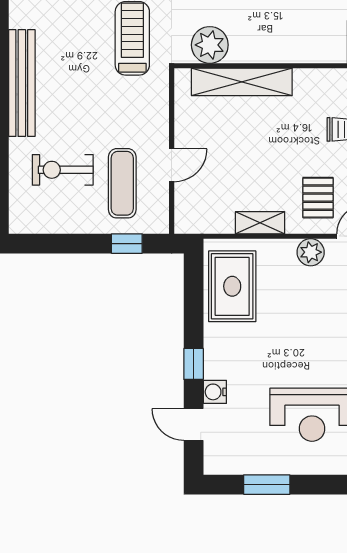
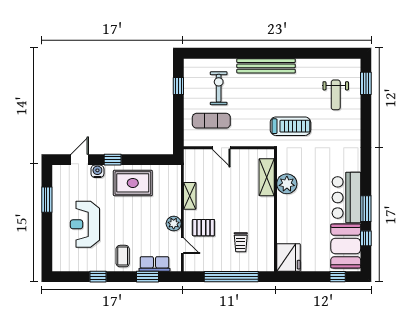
plant: (210, 45) -> (287, 184), moved
shelving: (242, 82) -> (267, 177), width x0.68
window: (127, 244) -> (178, 86), moved
rug: (232, 286) -> (133, 183), moved

